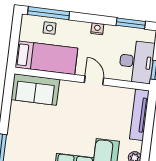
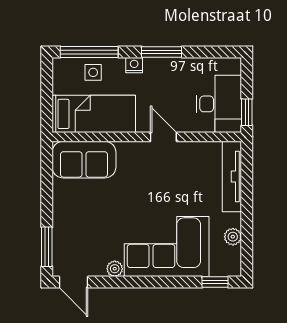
window: (131, 23) -> (162, 52), moved
nightstand: (97, 29) -> (134, 65), moved

